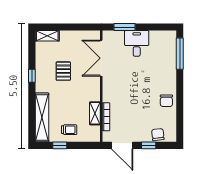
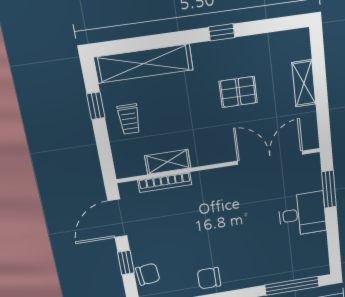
shelving: (47, 36) -> (304, 83), moved

